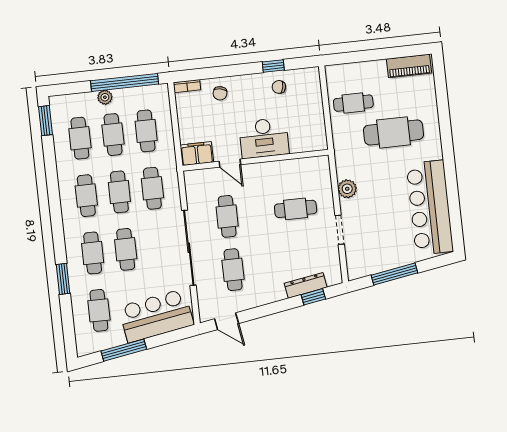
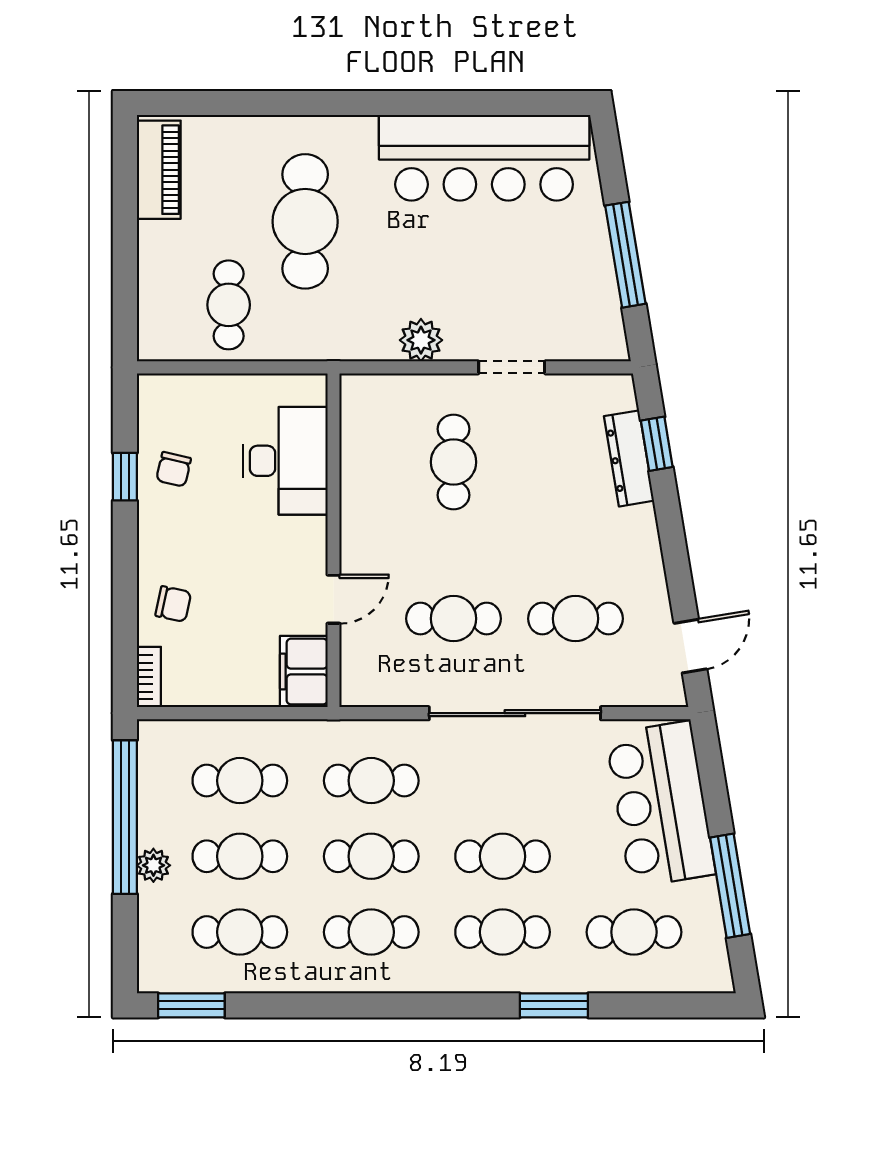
desk: (264, 138) -> (285, 461), moved

